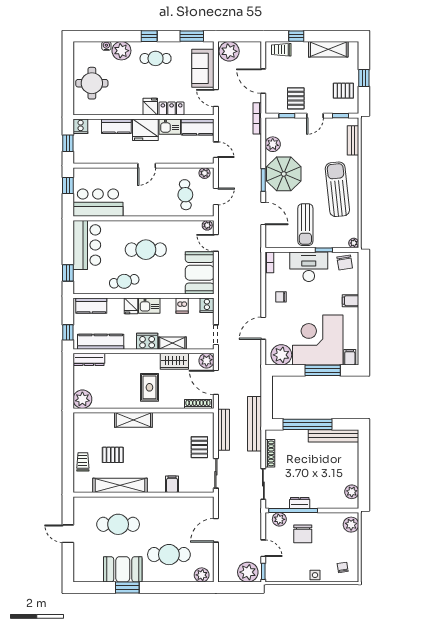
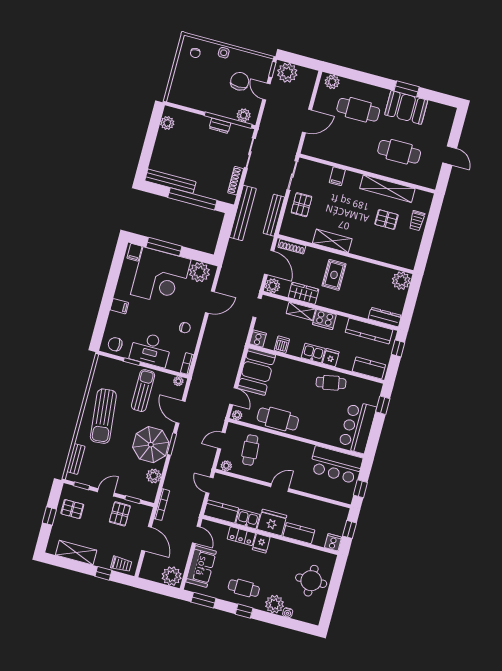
plant: (354, 243) -> (178, 381), moved
cafe table: (146, 250) -> (278, 419), moved
chair: (345, 262) -> (115, 344), turned -81
shelving: (133, 420) -> (332, 241), moved
plant: (351, 525) -> (176, 92), removed
chair: (303, 534) -> (240, 81), moved

